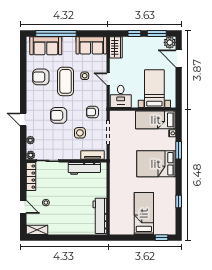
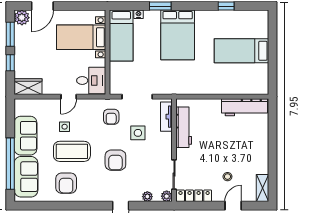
sofa: (91, 45) -> (25, 136), moved
window: (161, 238) -> (273, 28), removed

